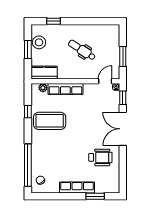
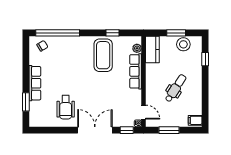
filing cabinet: (113, 31) -> (195, 120), added

